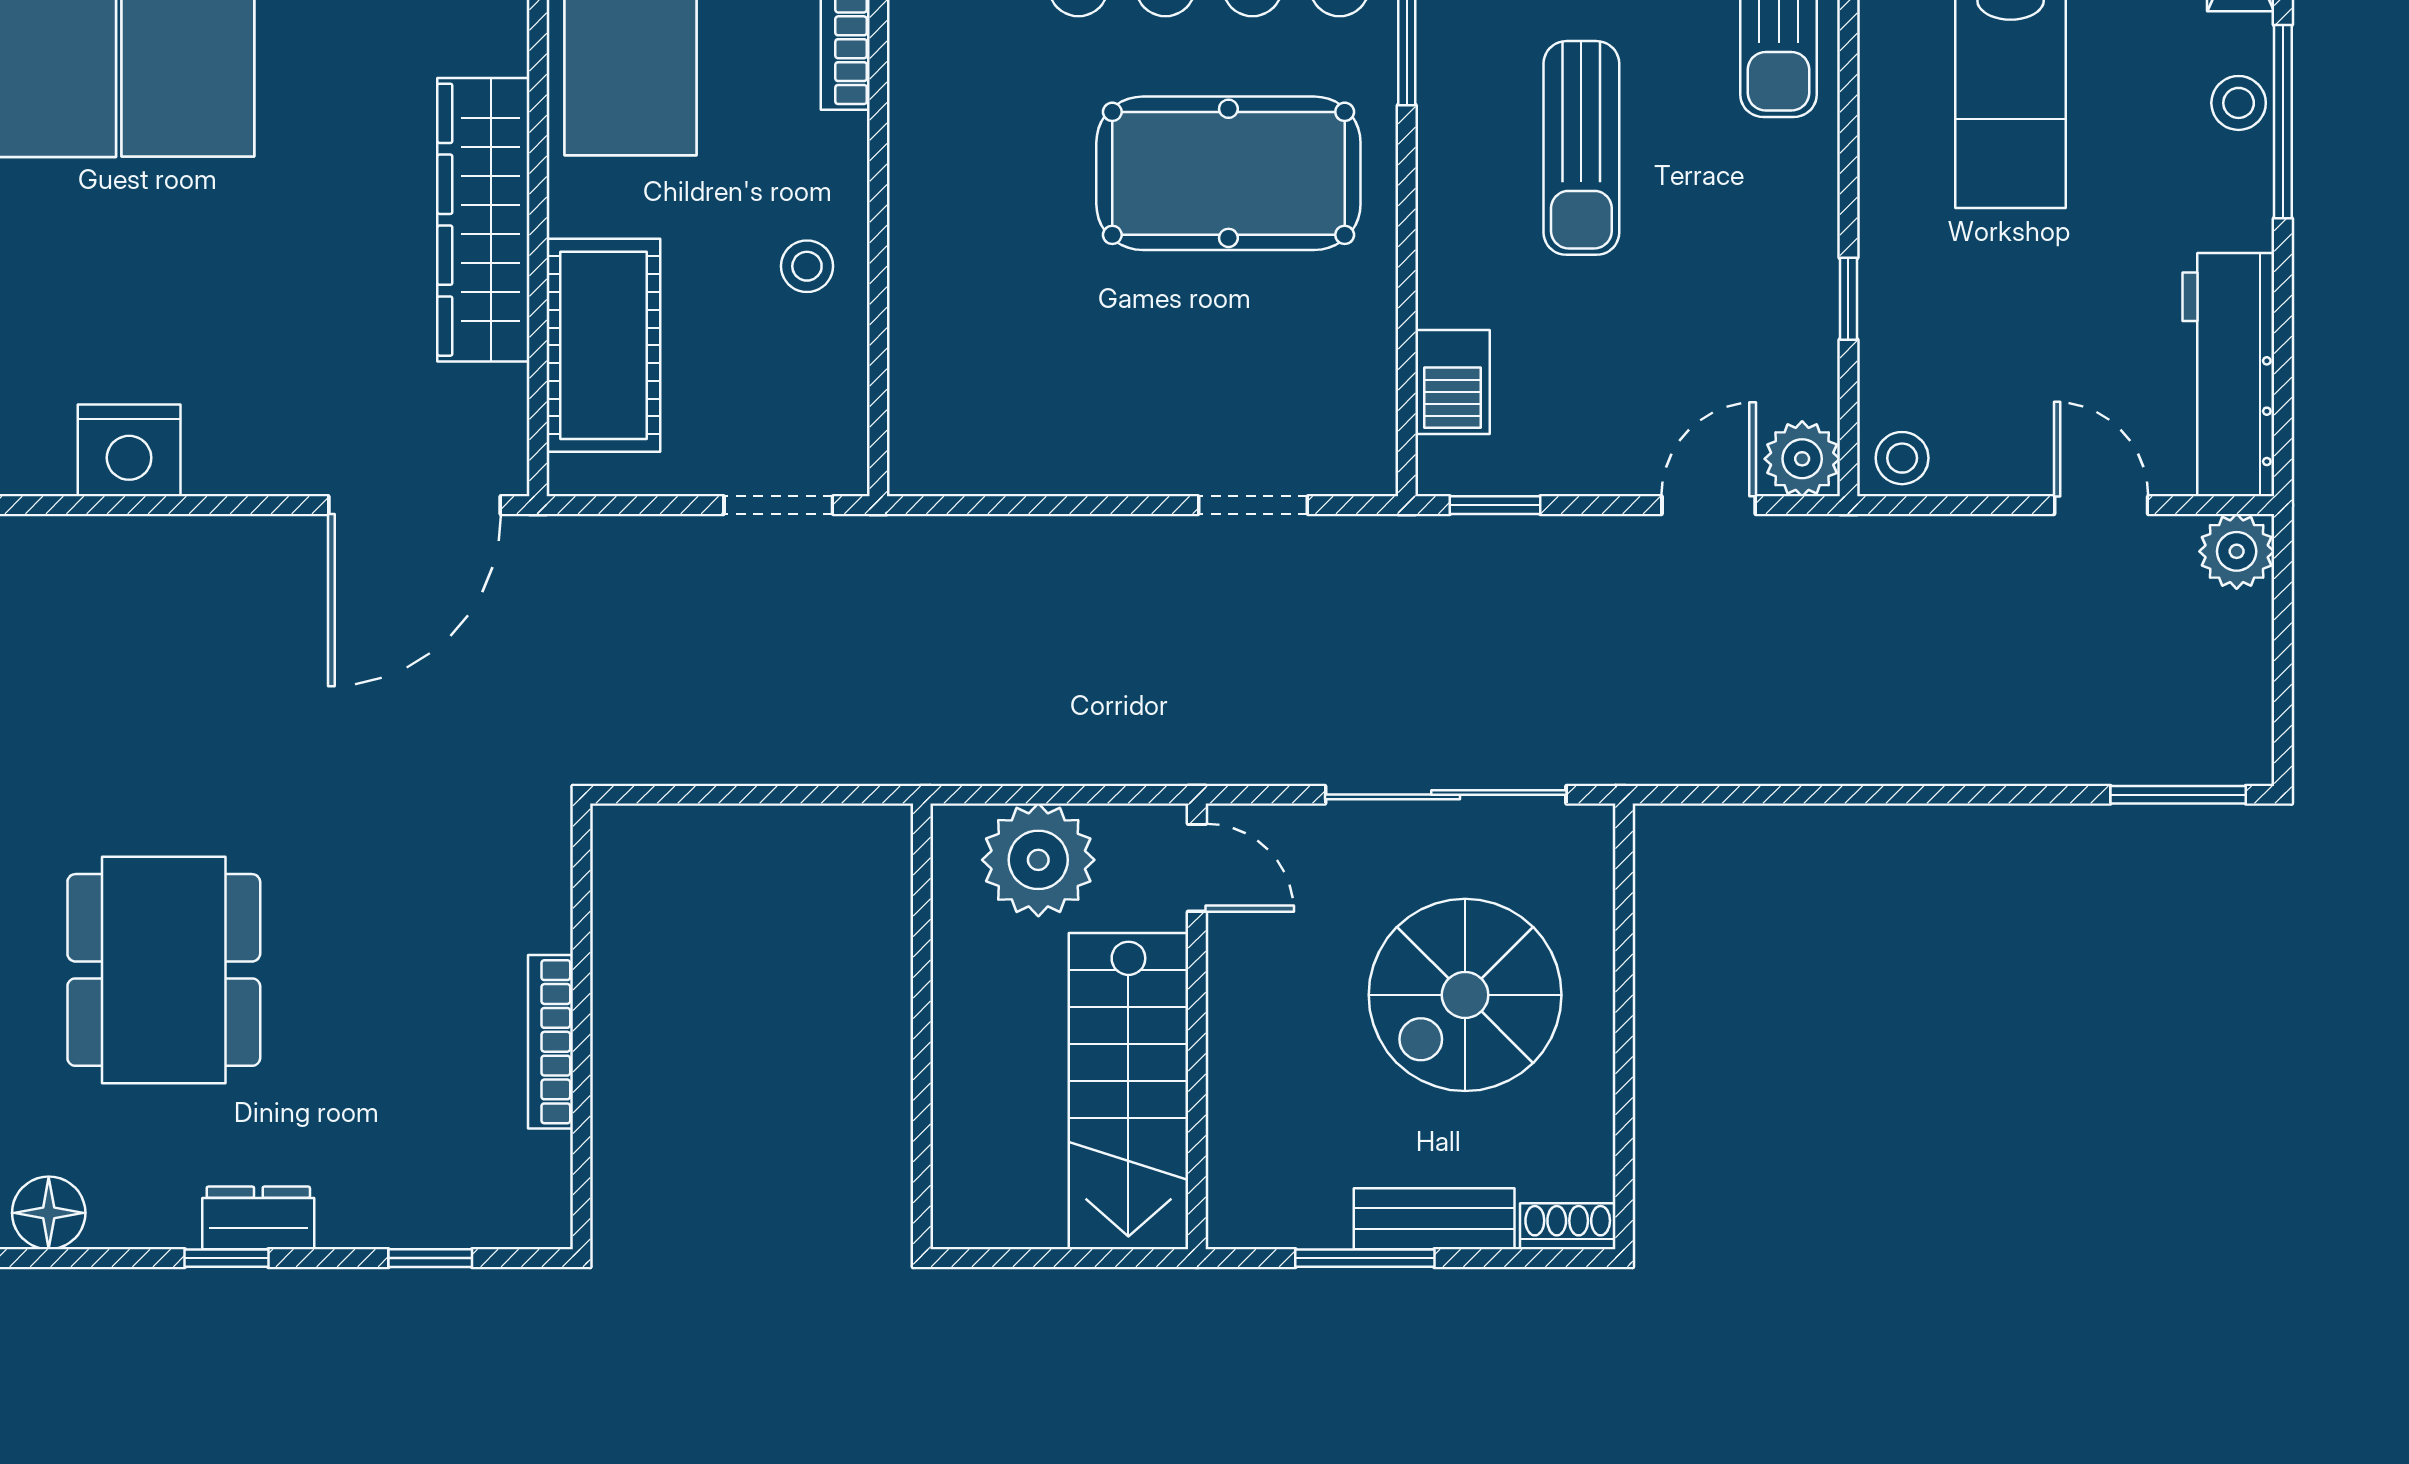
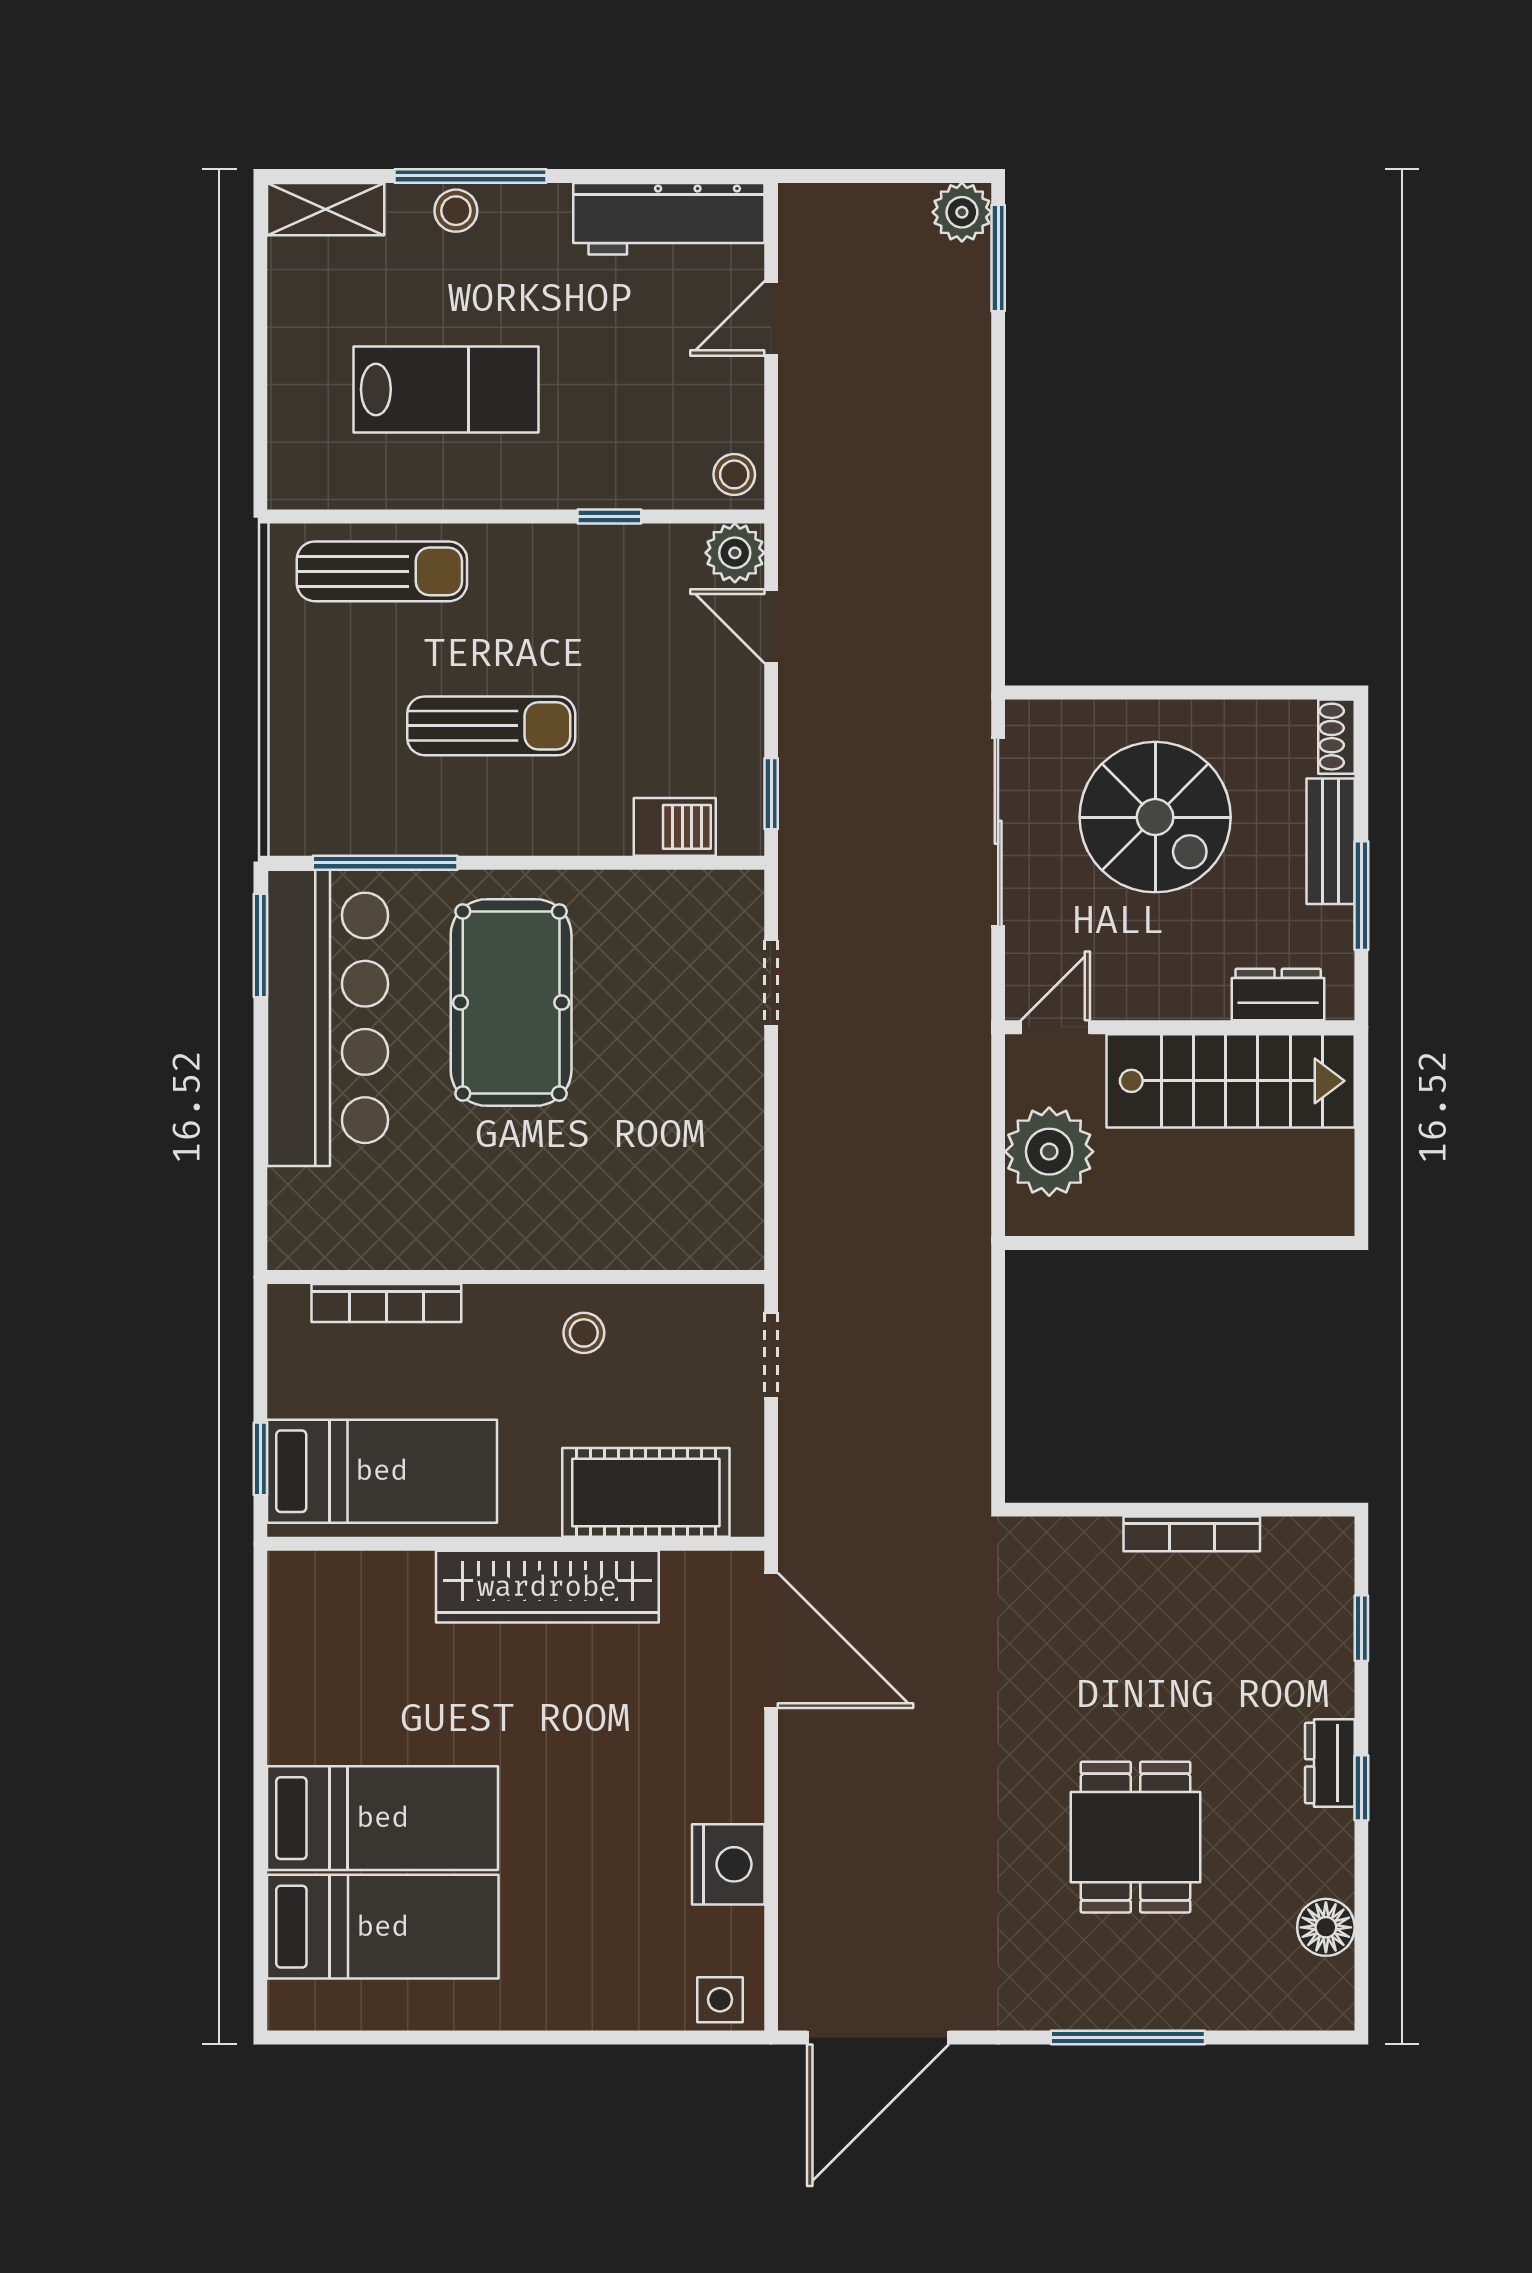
plant: (2237, 551) -> (962, 212), moved
dining table: (164, 970) -> (1136, 1837), width x0.73
dresser: (1239, 1152) -> (1278, 995), added

